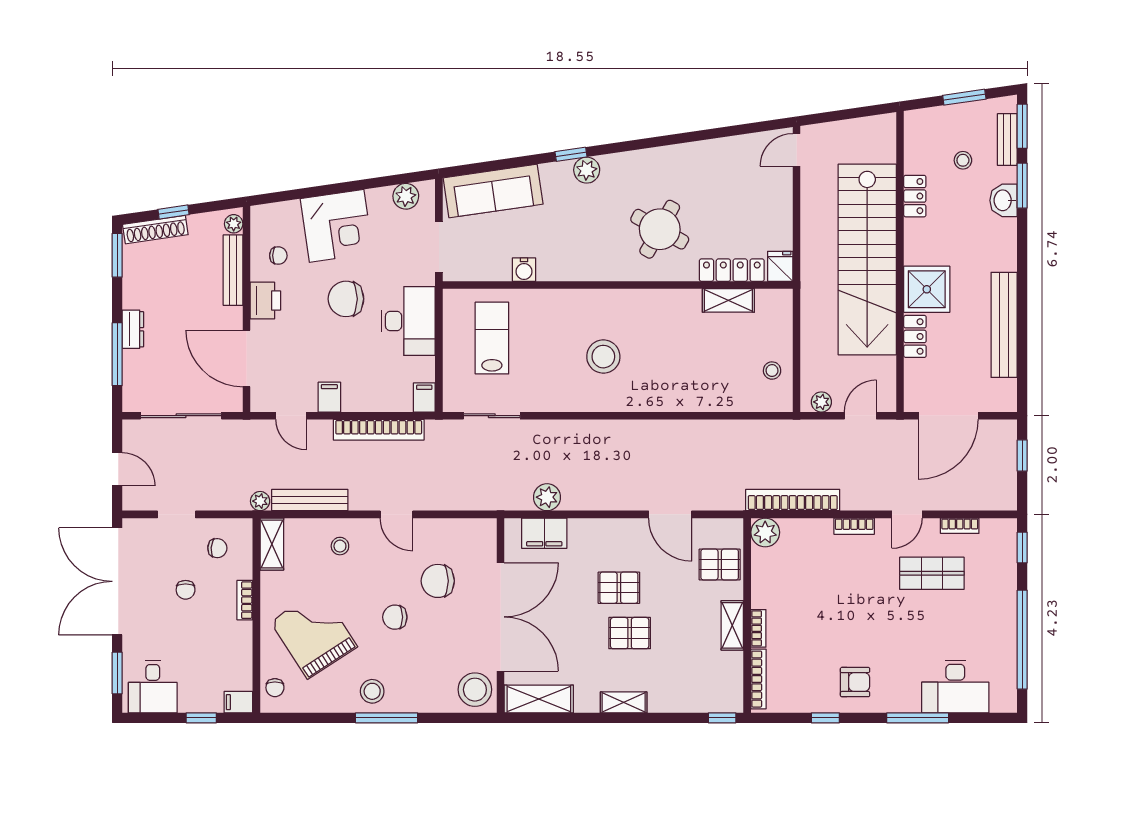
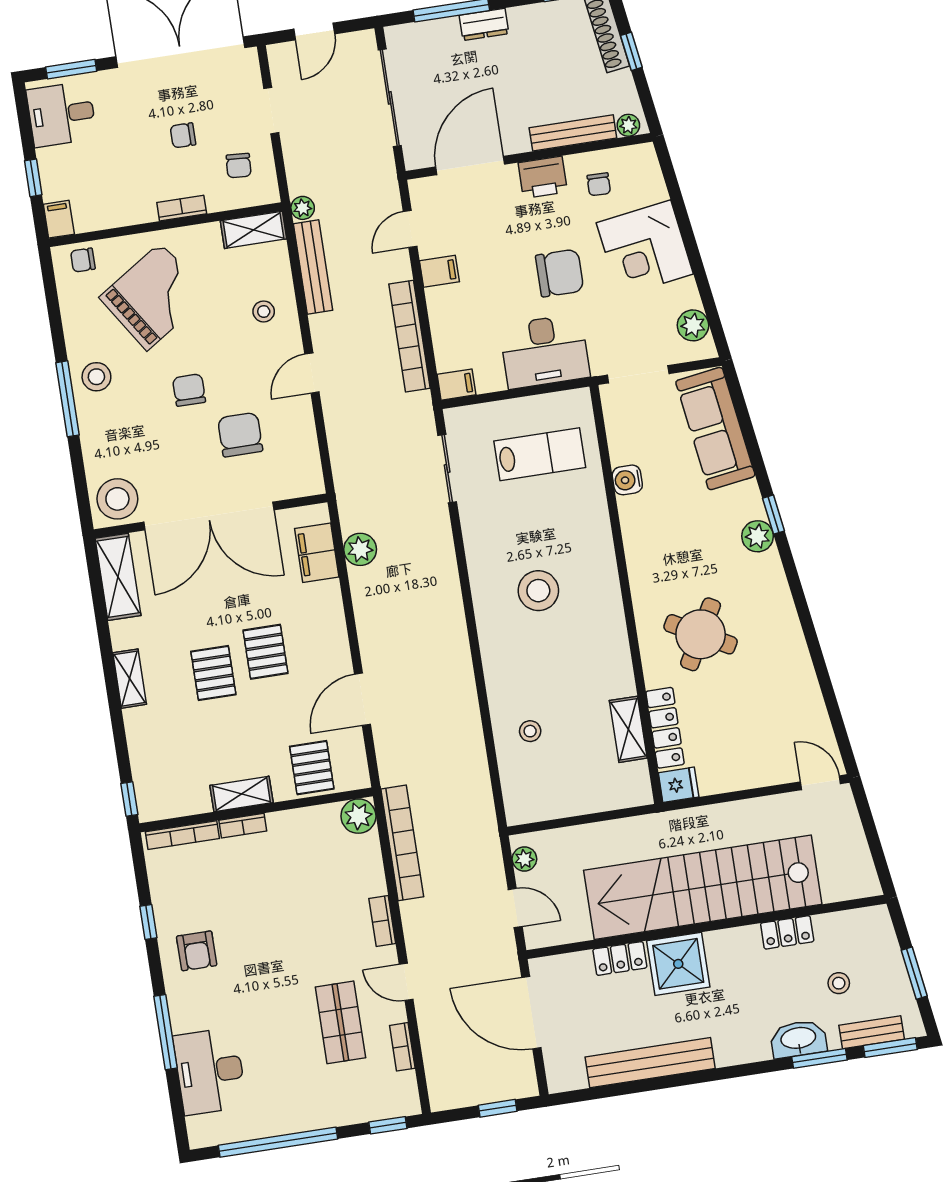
washbasin: (1003, 200) -> (798, 1039), width x1.38
chair: (346, 299) -> (560, 273), turned 90
stool: (772, 371) -> (530, 731), moved

